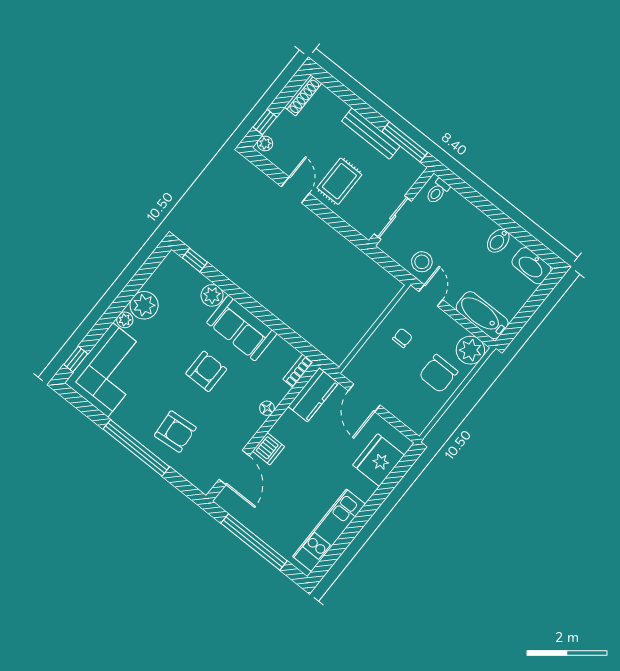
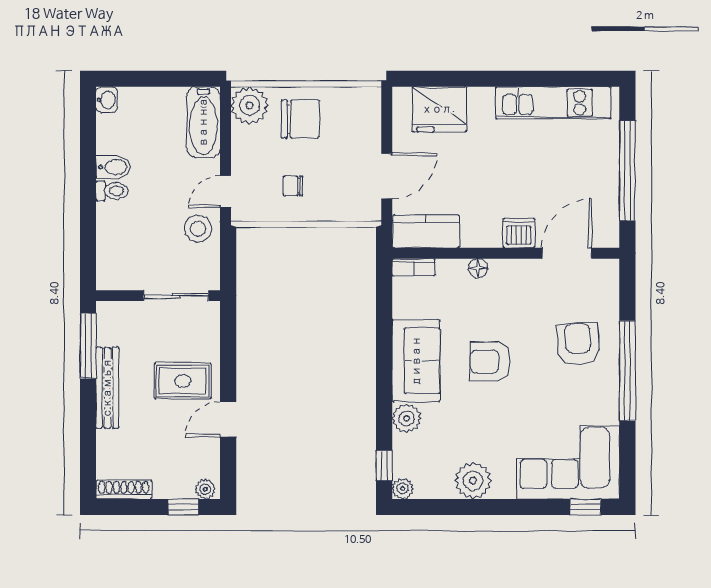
toilet: (438, 191) -> (112, 191), moved
washbasin: (531, 266) -> (107, 100), width x0.52, depth x0.69
plant: (125, 320) -> (403, 489), moved

